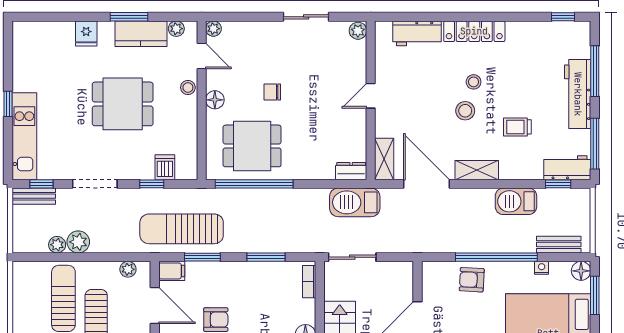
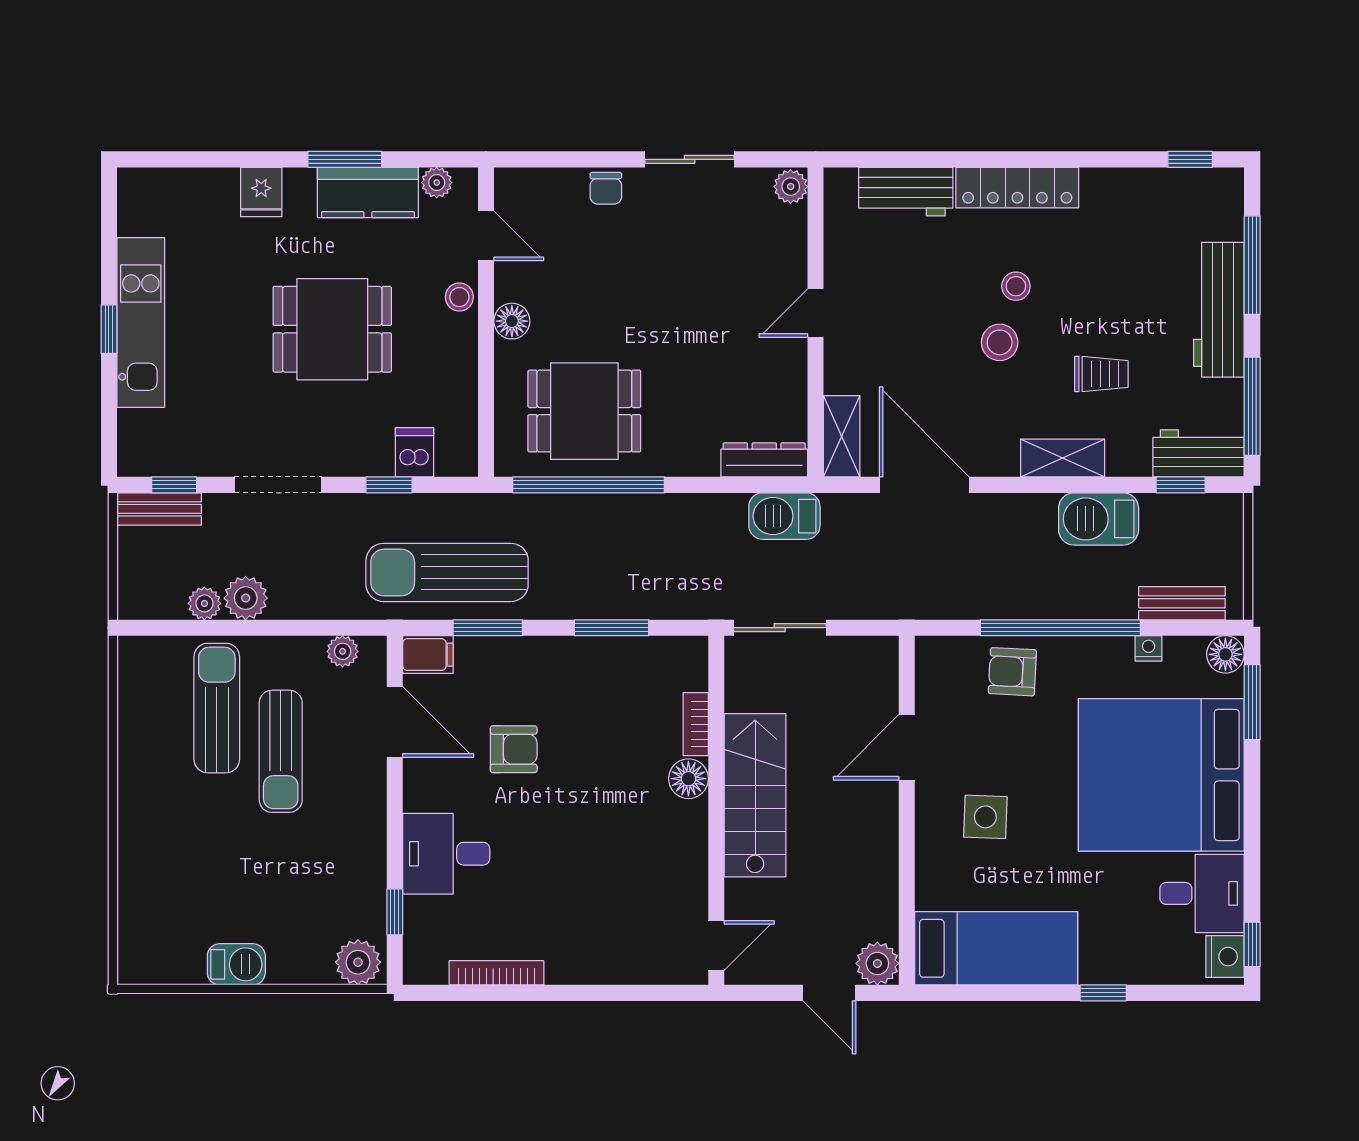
plant: (213, 29) -> (509, 182), removed
chair: (272, 92) -> (606, 188), moved, turned -90
trolley: (517, 127) -> (1101, 374), turned 180
kitchen unit: (24, 136) -> (141, 322), moved
shelving: (477, 170) -> (1063, 458), moved
dresser: (351, 171) -> (764, 460), width x1.44
barbecue: (355, 202) -> (784, 516), width x0.73, depth x0.83
bookcase: (309, 282) -> (696, 724), moved

